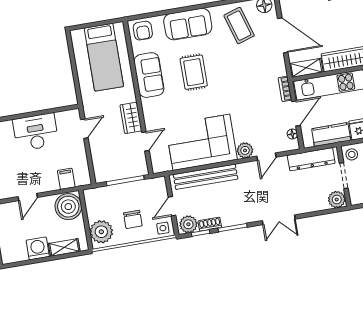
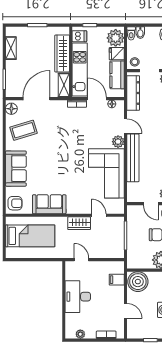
rug: (194, 72) -> (53, 170), removed
bench: (206, 177) -> (133, 158), moved

